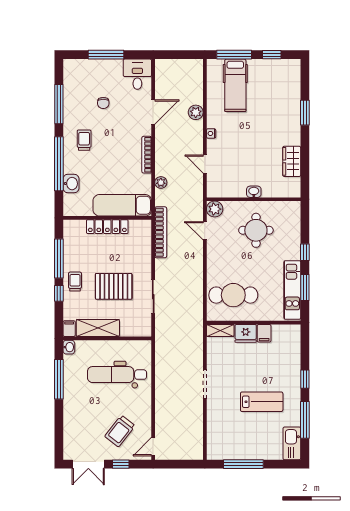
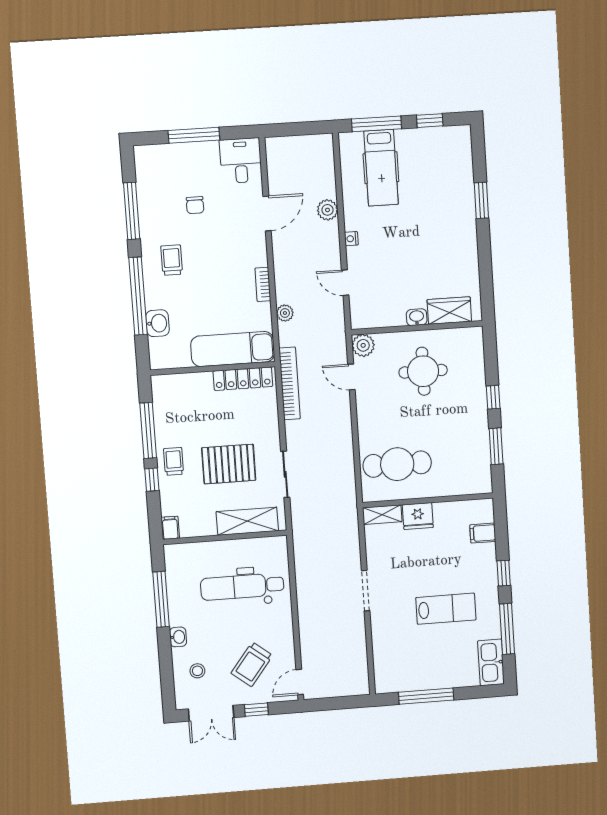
bookcase: (147, 155) -> (263, 284), width x0.64
wardrobe: (292, 161) -> (449, 311), moved, turned 90
locker: (107, 227) -> (243, 379), moved
kitchen unit: (292, 290) -> (479, 451), removed
shelving: (98, 328) -> (247, 521), moved
filing cabinet: (264, 333) -> (483, 533), moved, turned 90
washbasin: (69, 347) -> (178, 637), moved
stool: (81, 433) -> (197, 671), added

